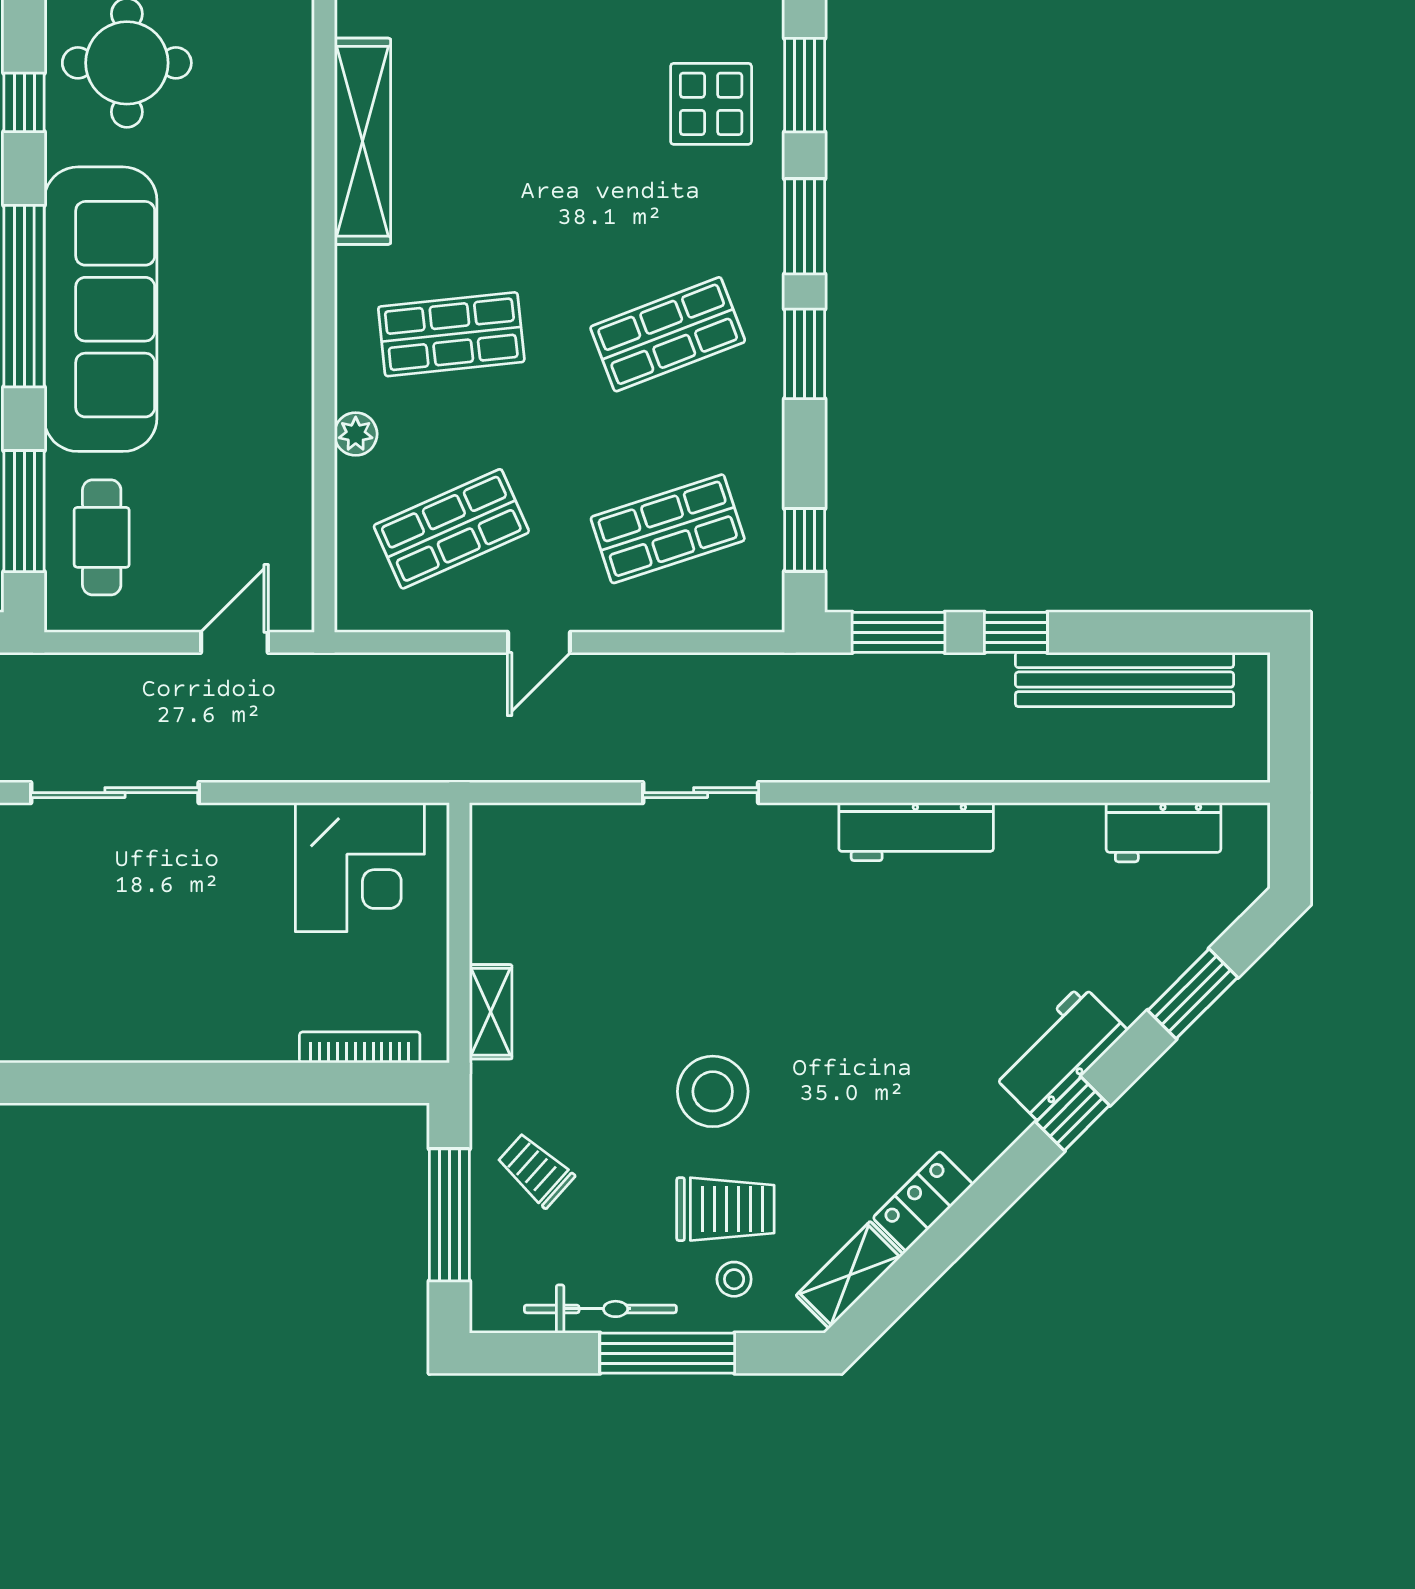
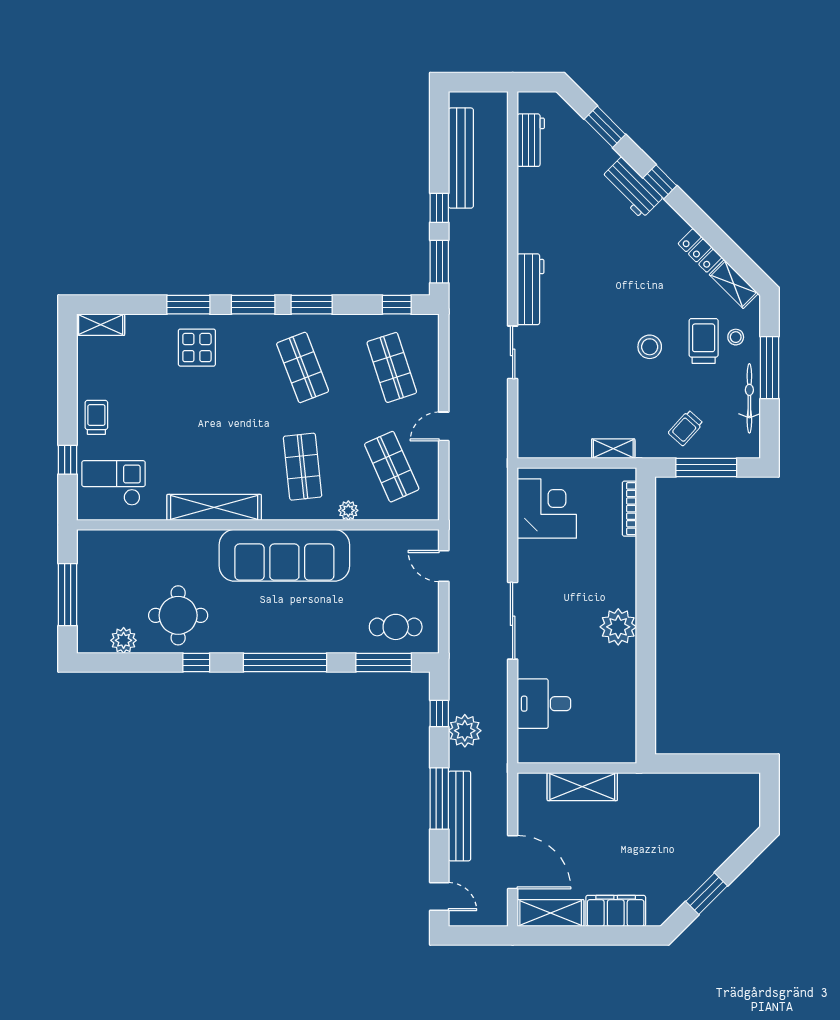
sofa: (101, 309) -> (284, 555), moved, turned 180
door: (539, 642) -> (444, 426), swing flipped
workbench: (916, 832) -> (531, 289), moved
plant: (102, 1023) -> (618, 627), added
stool: (713, 1091) -> (650, 347), width x0.73, depth x0.73

